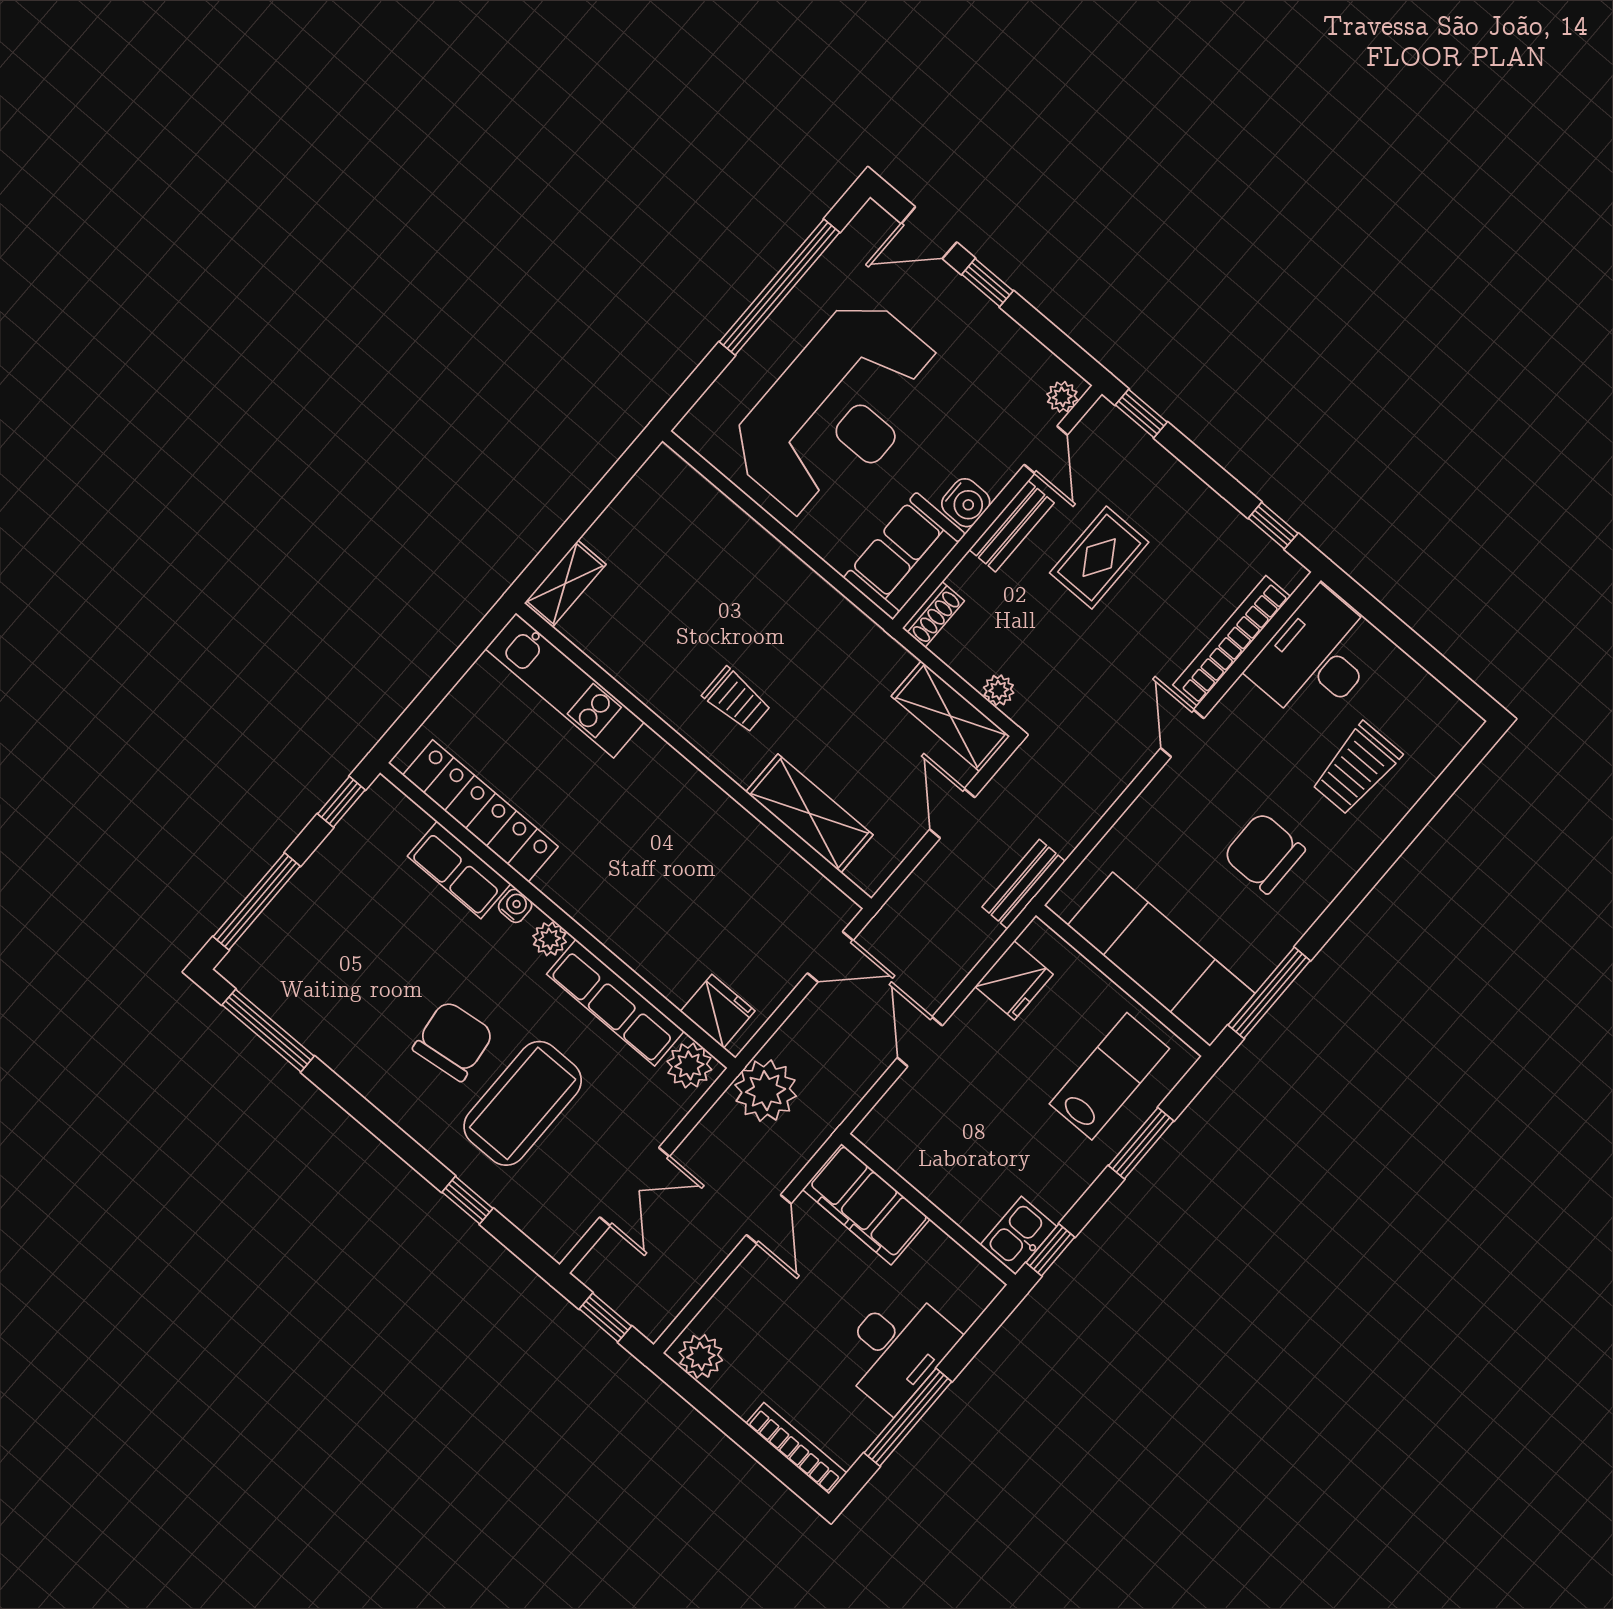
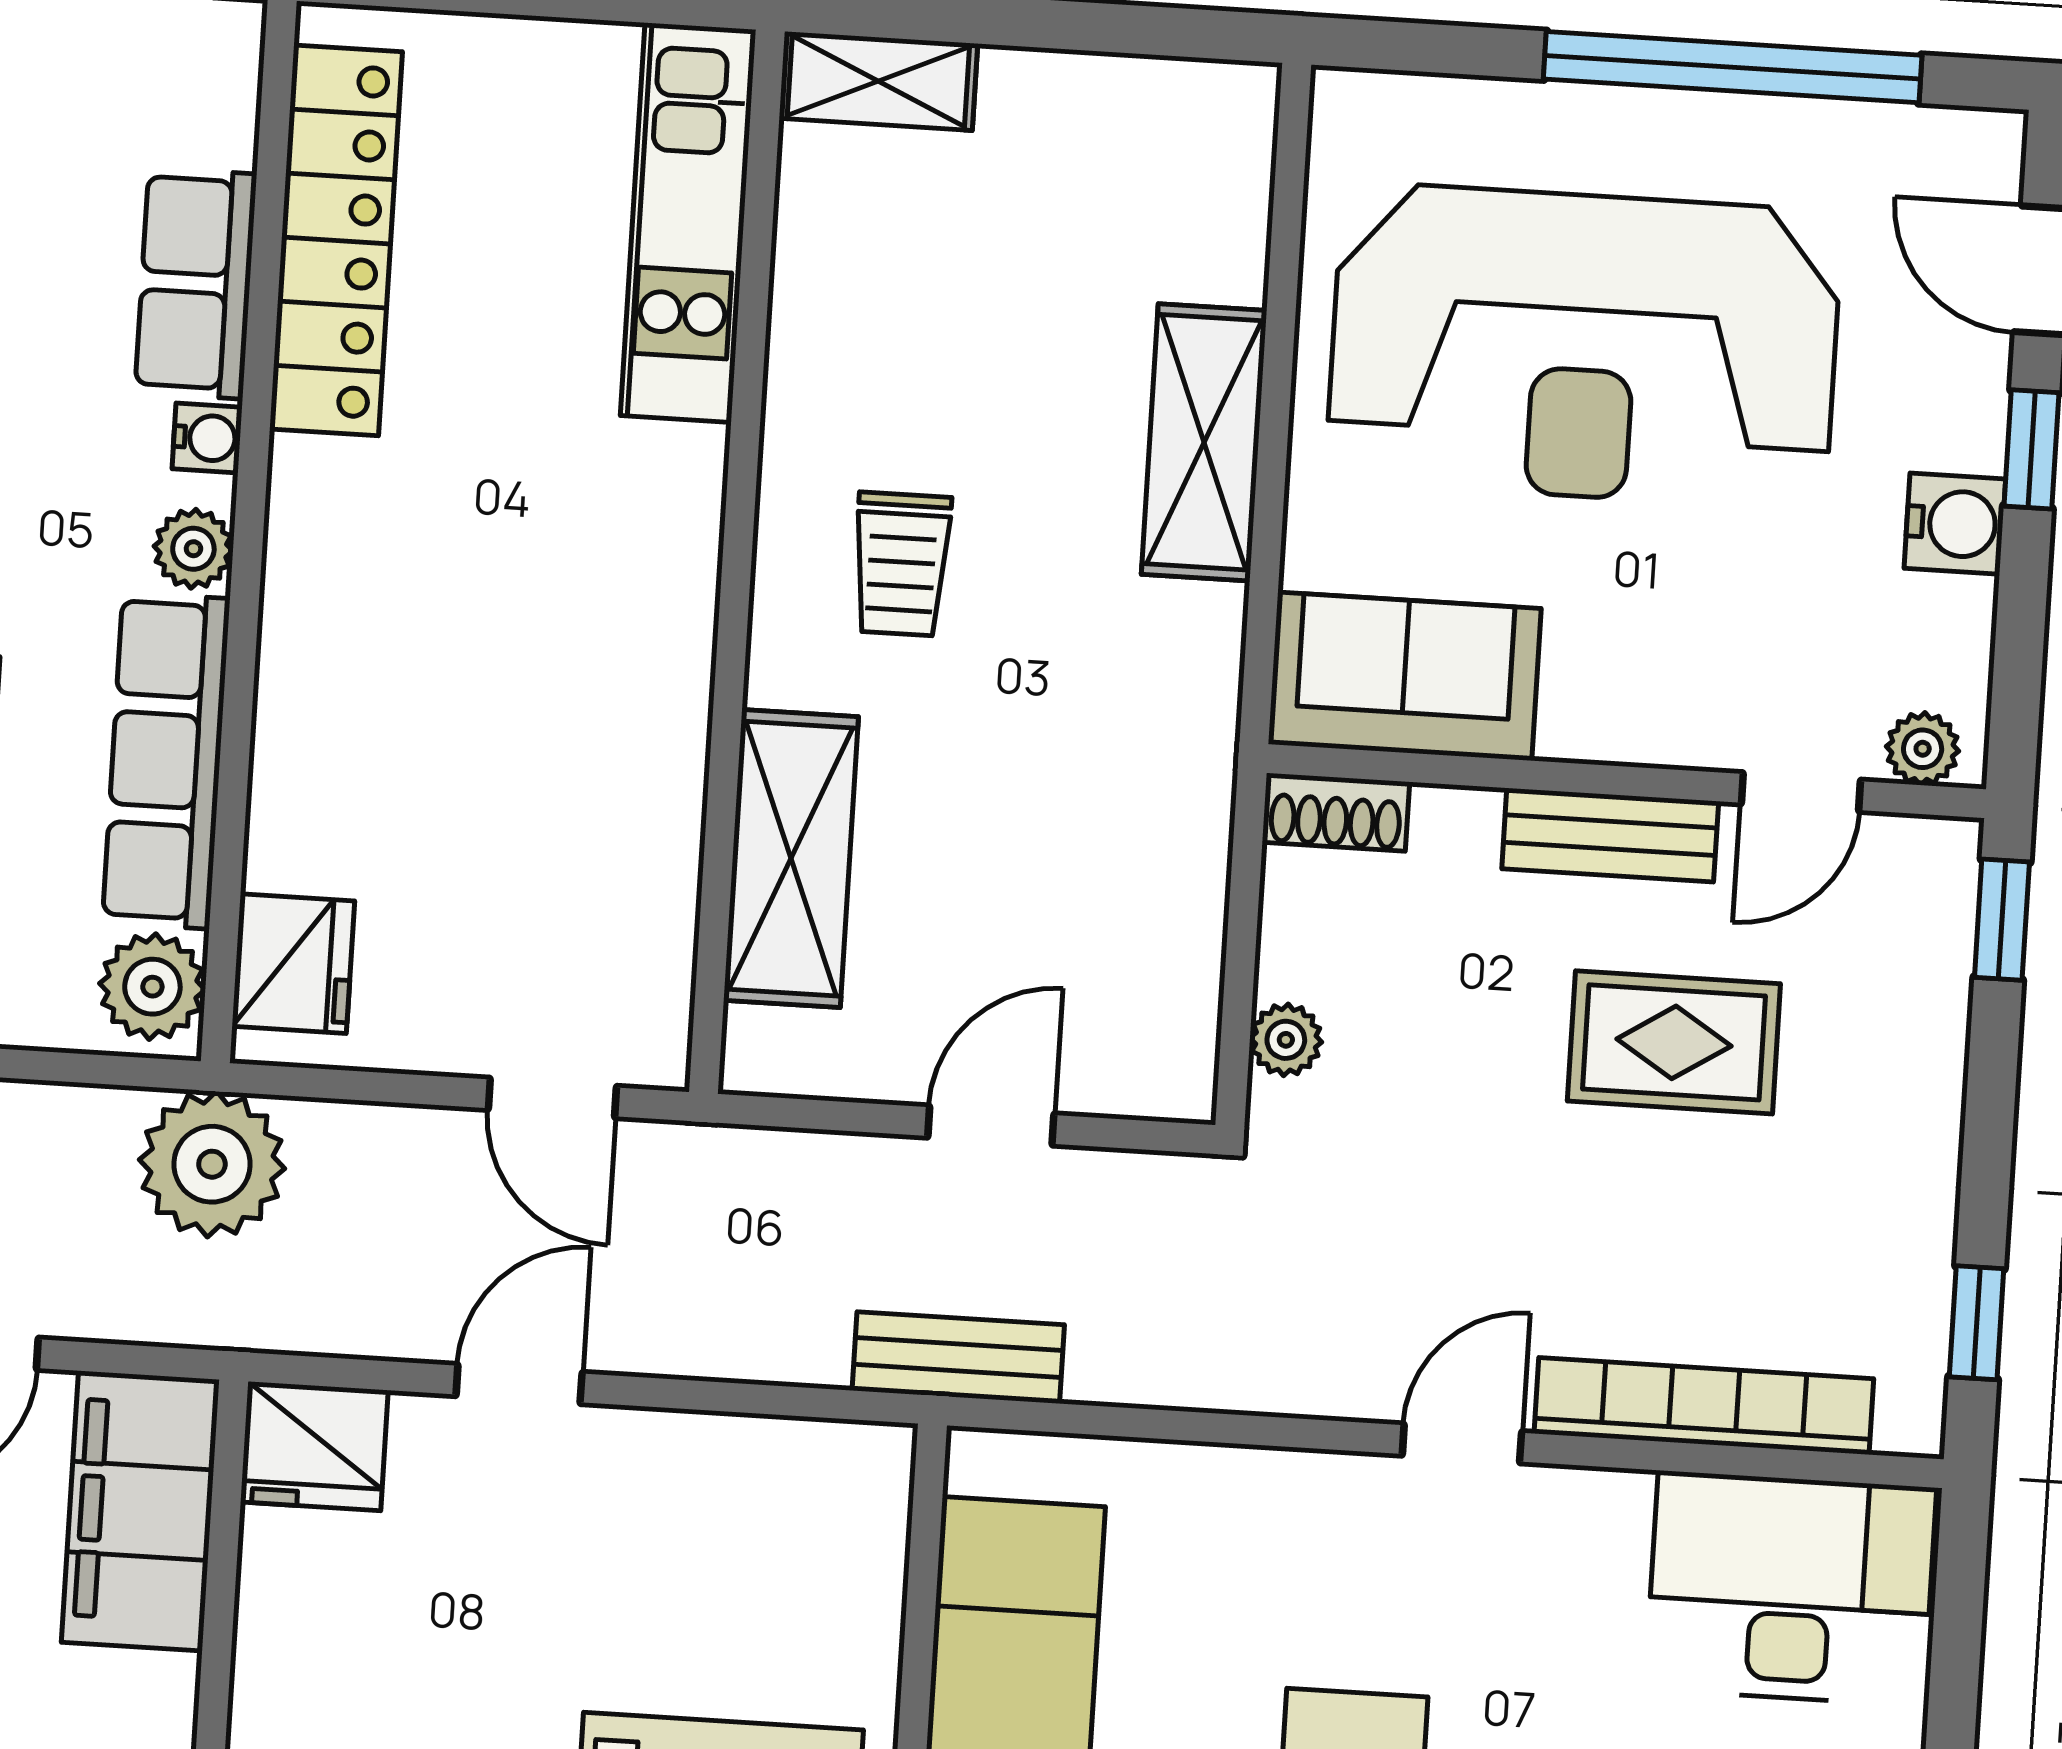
water cooler: (966, 503) -> (1955, 524), moved, turned -90
shelving: (951, 716) -> (1204, 442), moved
fridge: (1014, 980) -> (314, 1446), moved

